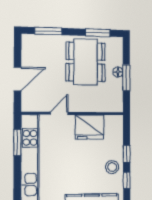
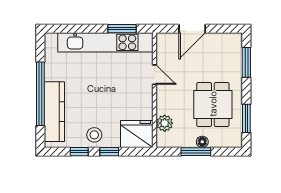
dining table: (86, 62) -> (213, 104), width x0.73
door: (18, 79) -> (192, 29), hinge flipped
plant: (102, 105) -> (165, 123), added
fridge: (89, 127) -> (137, 134), moved, turned 90

